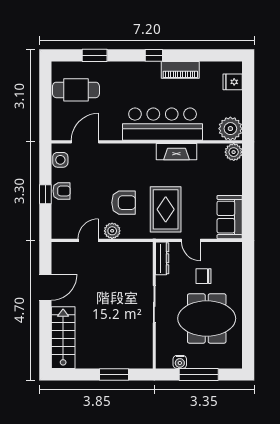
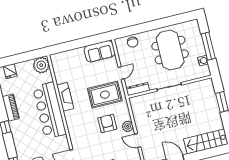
plant: (234, 152) -> (56, 59), removed
chair: (203, 276) -> (133, 42), moved

